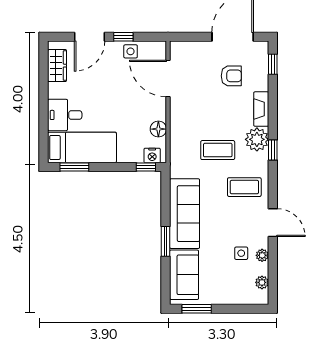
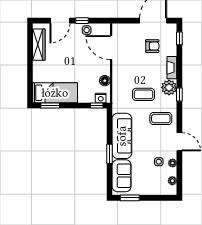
wardrobe: (57, 66) -> (39, 45), width x1.50
desk: (65, 115) -> (44, 72), removed

